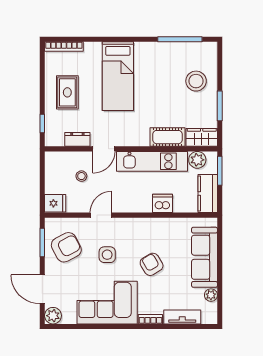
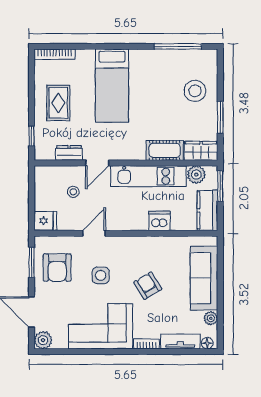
armchair: (66, 247) -> (57, 267), turned 118
floor lamp: (208, 319) -> (207, 343), added

